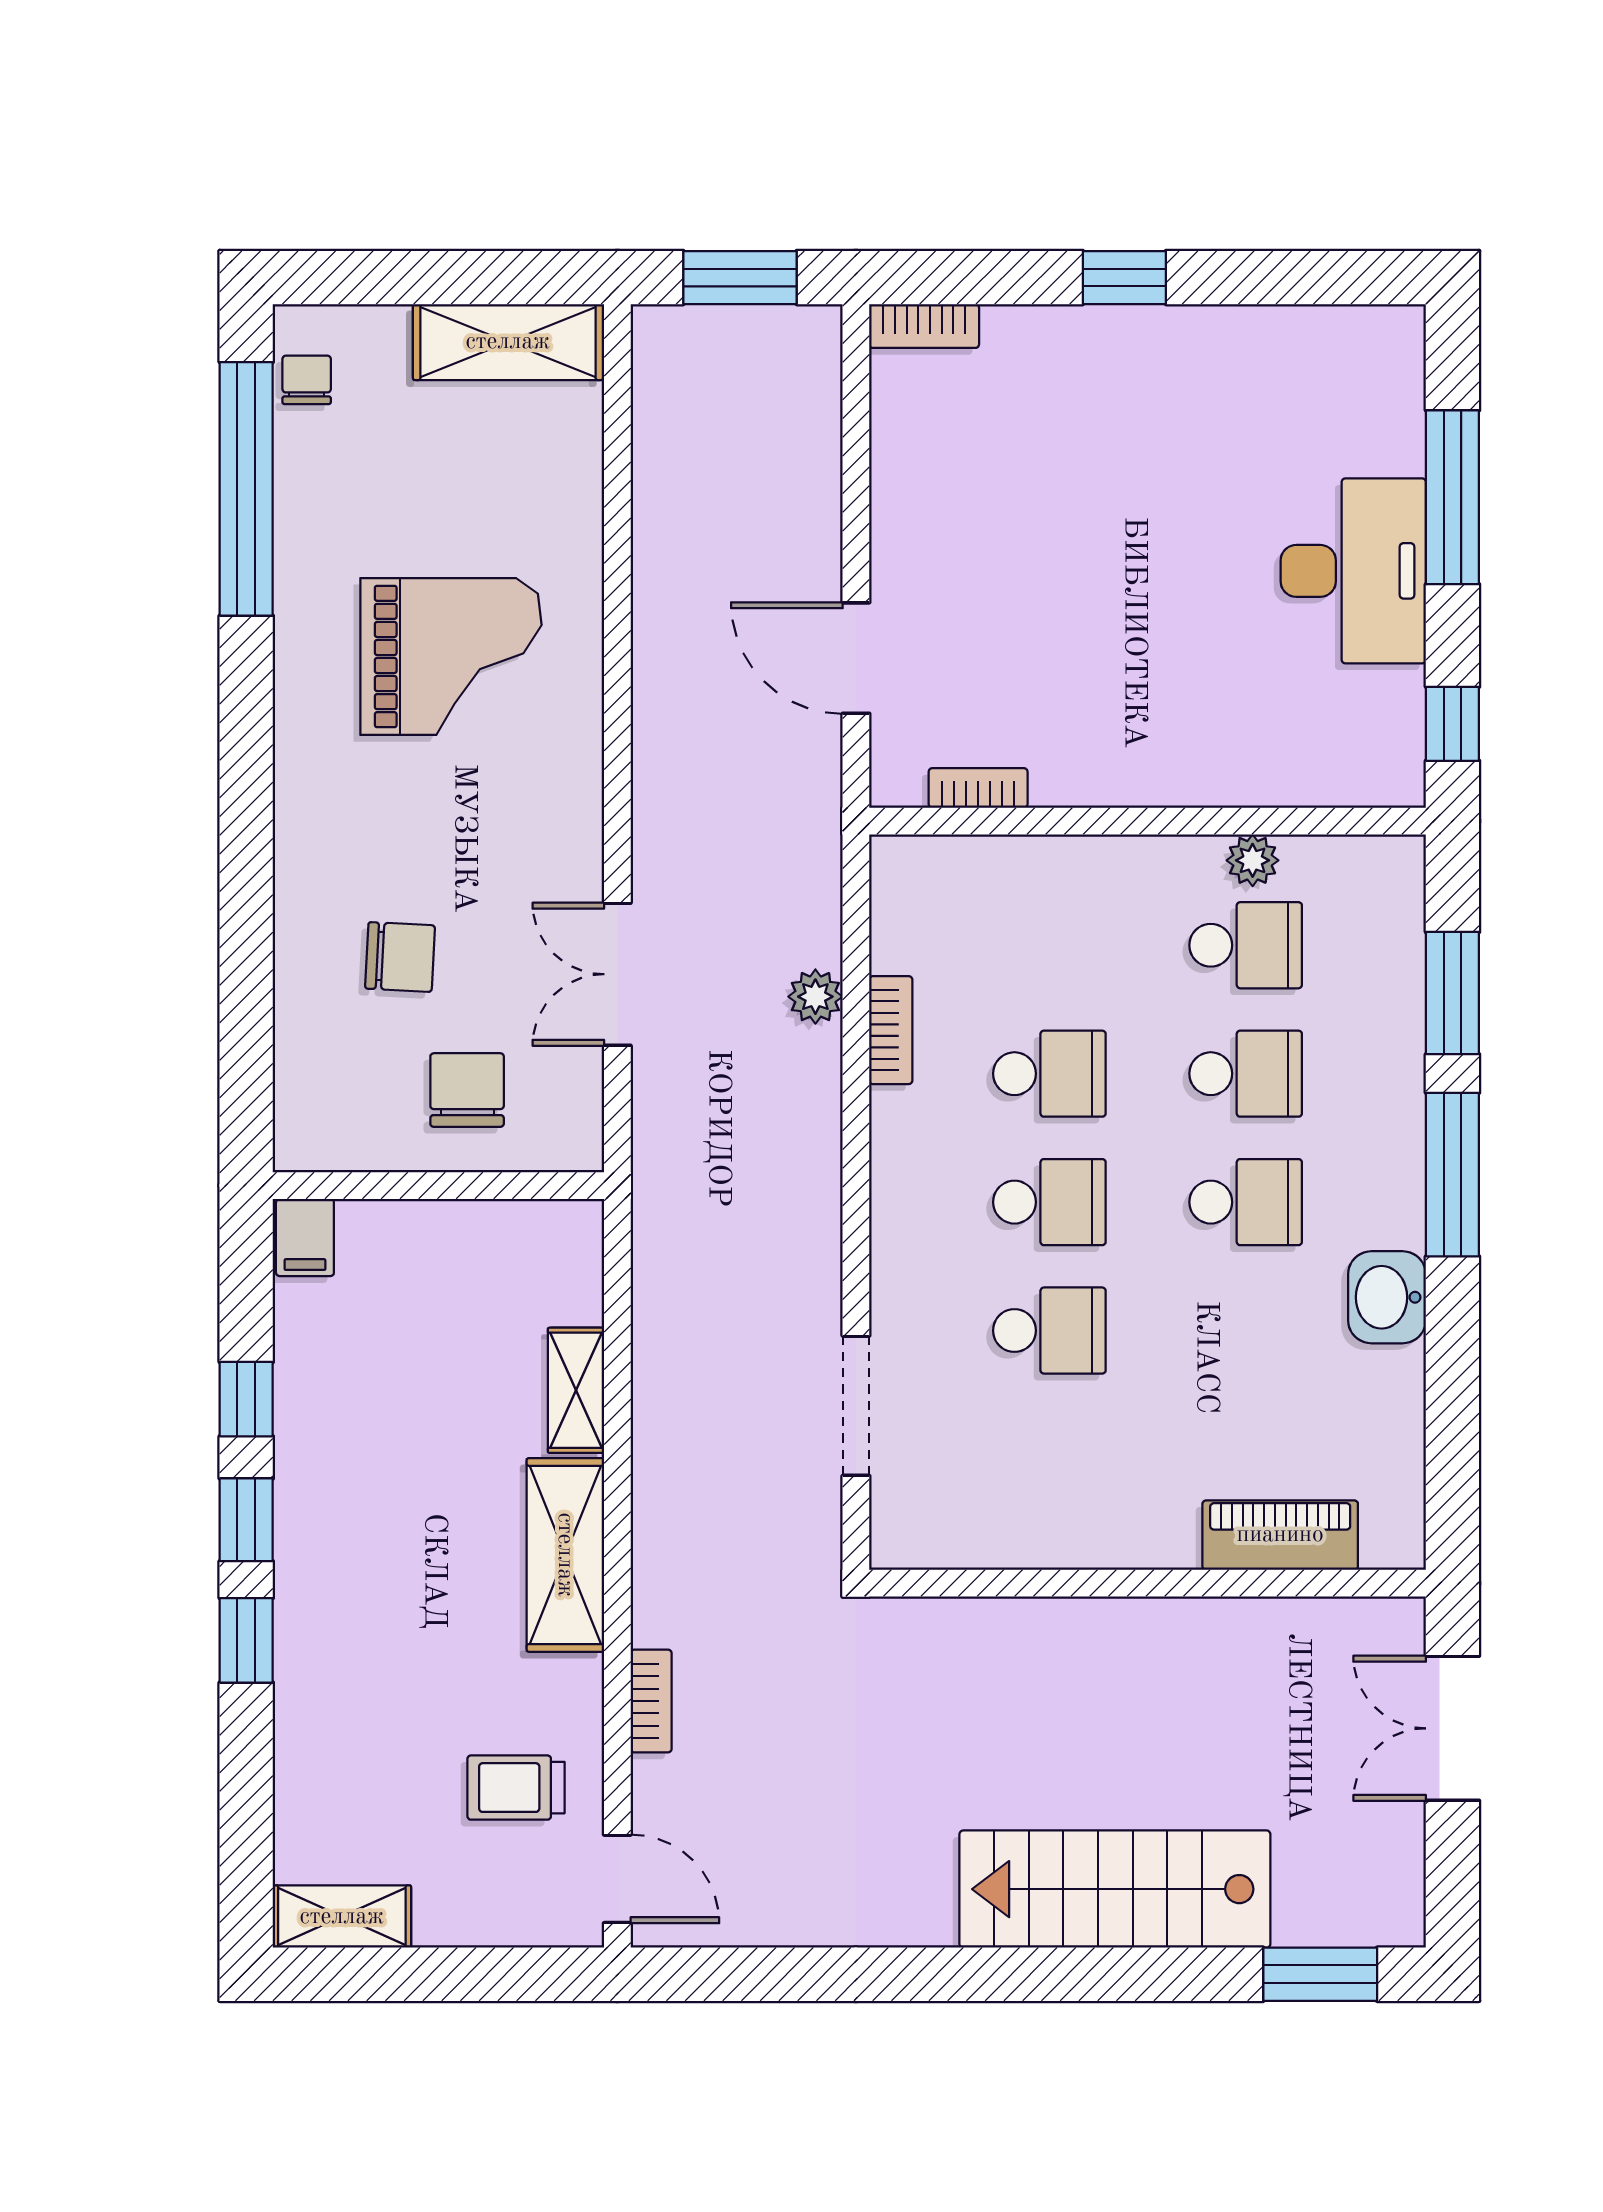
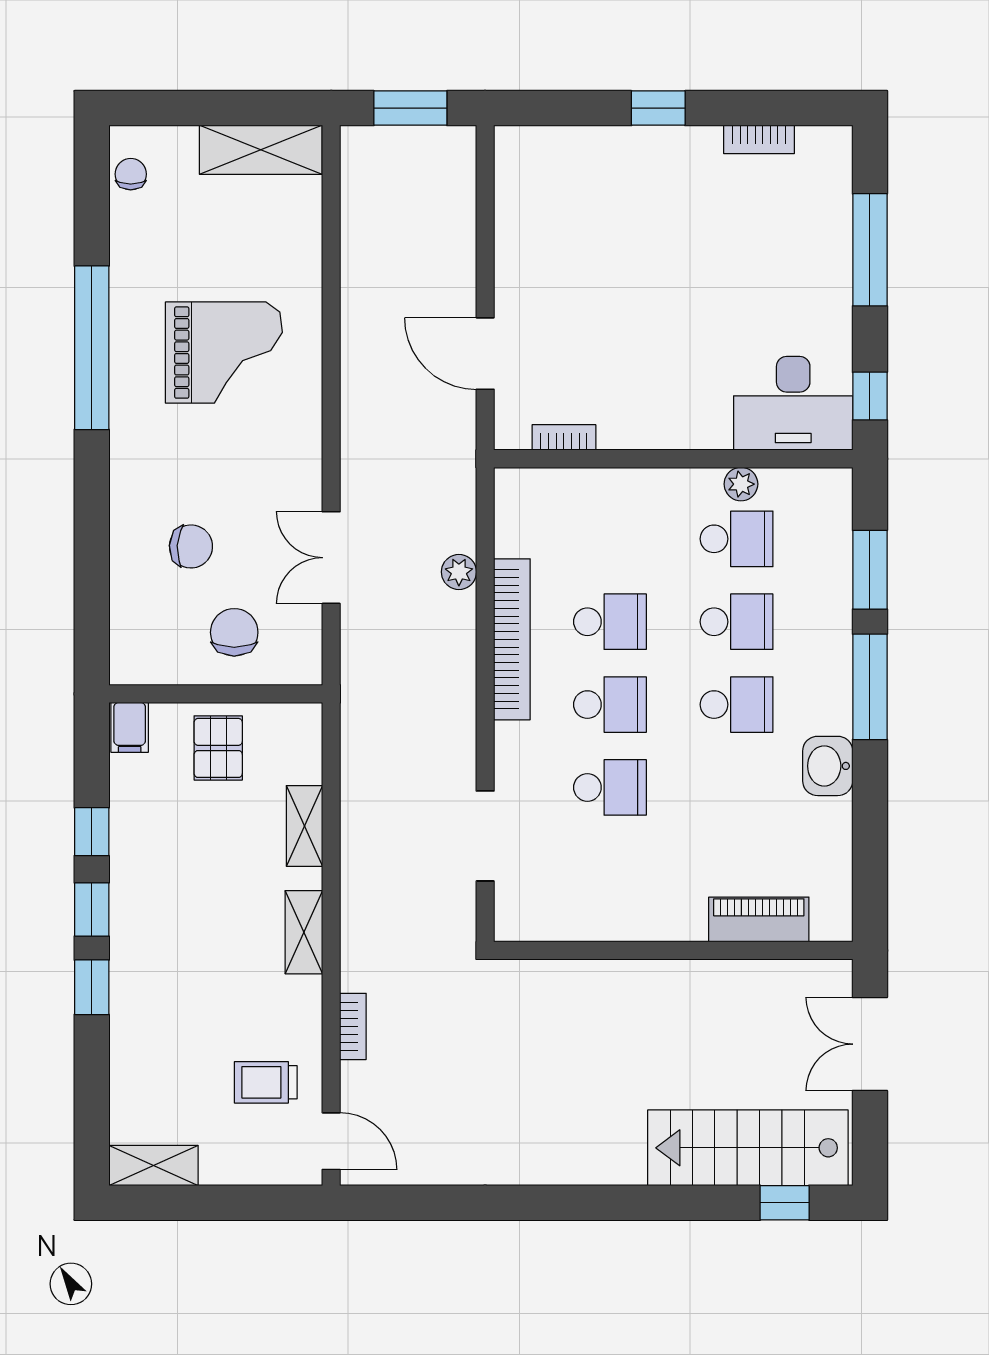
bookcase: (924, 326) -> (759, 139), moved
window: (246, 489) -> (92, 348), moved
desk: (1353, 571) -> (793, 403), moved, turned 90
bookcase: (891, 1030) -> (512, 639), width x2.31, depth x1.31
pallet: (442, 1269) -> (218, 748), added
shelving: (565, 1555) -> (304, 932), width x0.67, depth x0.75
stairs: (1115, 1889) -> (748, 1148), moved
window: (1320, 1974) -> (785, 1203), width x0.67

